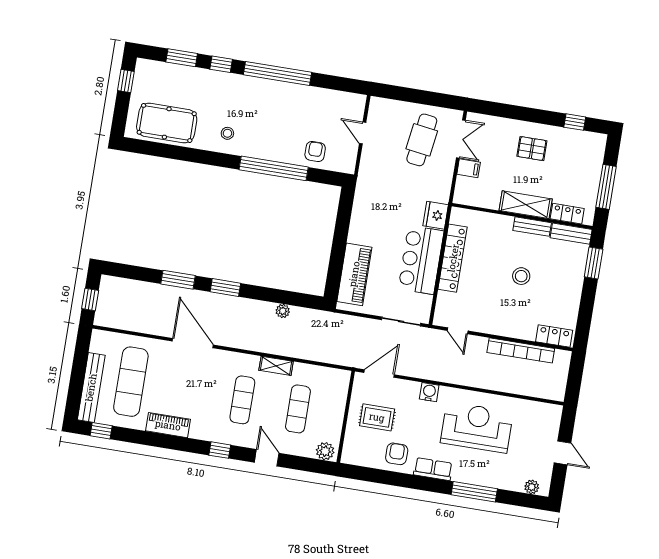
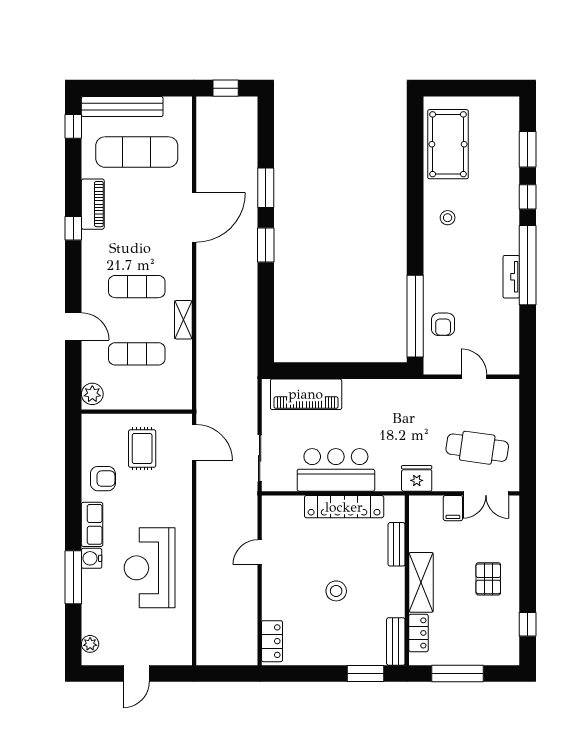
window: (126, 81) -> (490, 88), removed
tv unit: (285, 89) -> (511, 277), added
door: (363, 133) -> (474, 377), hinge flipped
armchair: (315, 151) -> (443, 324), turned 90
window: (274, 168) -> (415, 316), moved
fridge: (436, 215) -> (417, 478), moved
bench: (532, 227) -> (397, 544), moved
plant: (283, 311) -> (249, 317), removed
door: (458, 331) -> (260, 552), moved
bookcase: (521, 350) -> (249, 605), removed
water cooler: (429, 392) -> (92, 558), moved, turned 180
reception desk: (477, 427) -> (150, 568), turned 180
window: (220, 450) -> (73, 228), moved
door: (267, 458) -> (73, 326), hinge flipped

